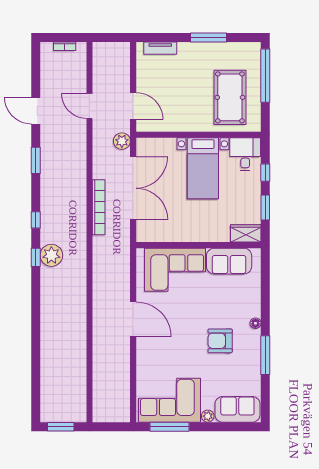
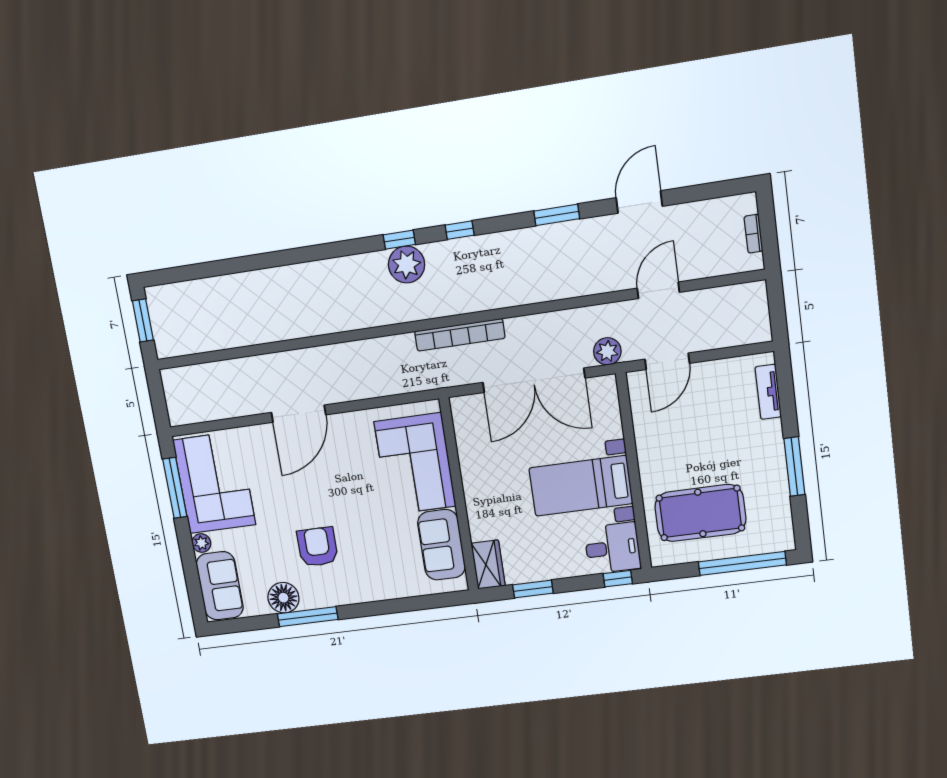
window: (265, 173) -> (618, 579), moved
bookcase: (99, 207) -> (460, 335), moved
door: (133, 319) -> (299, 414), moved
floor lamp: (255, 323) -> (283, 598), moved, width x1.89, depth x1.89

